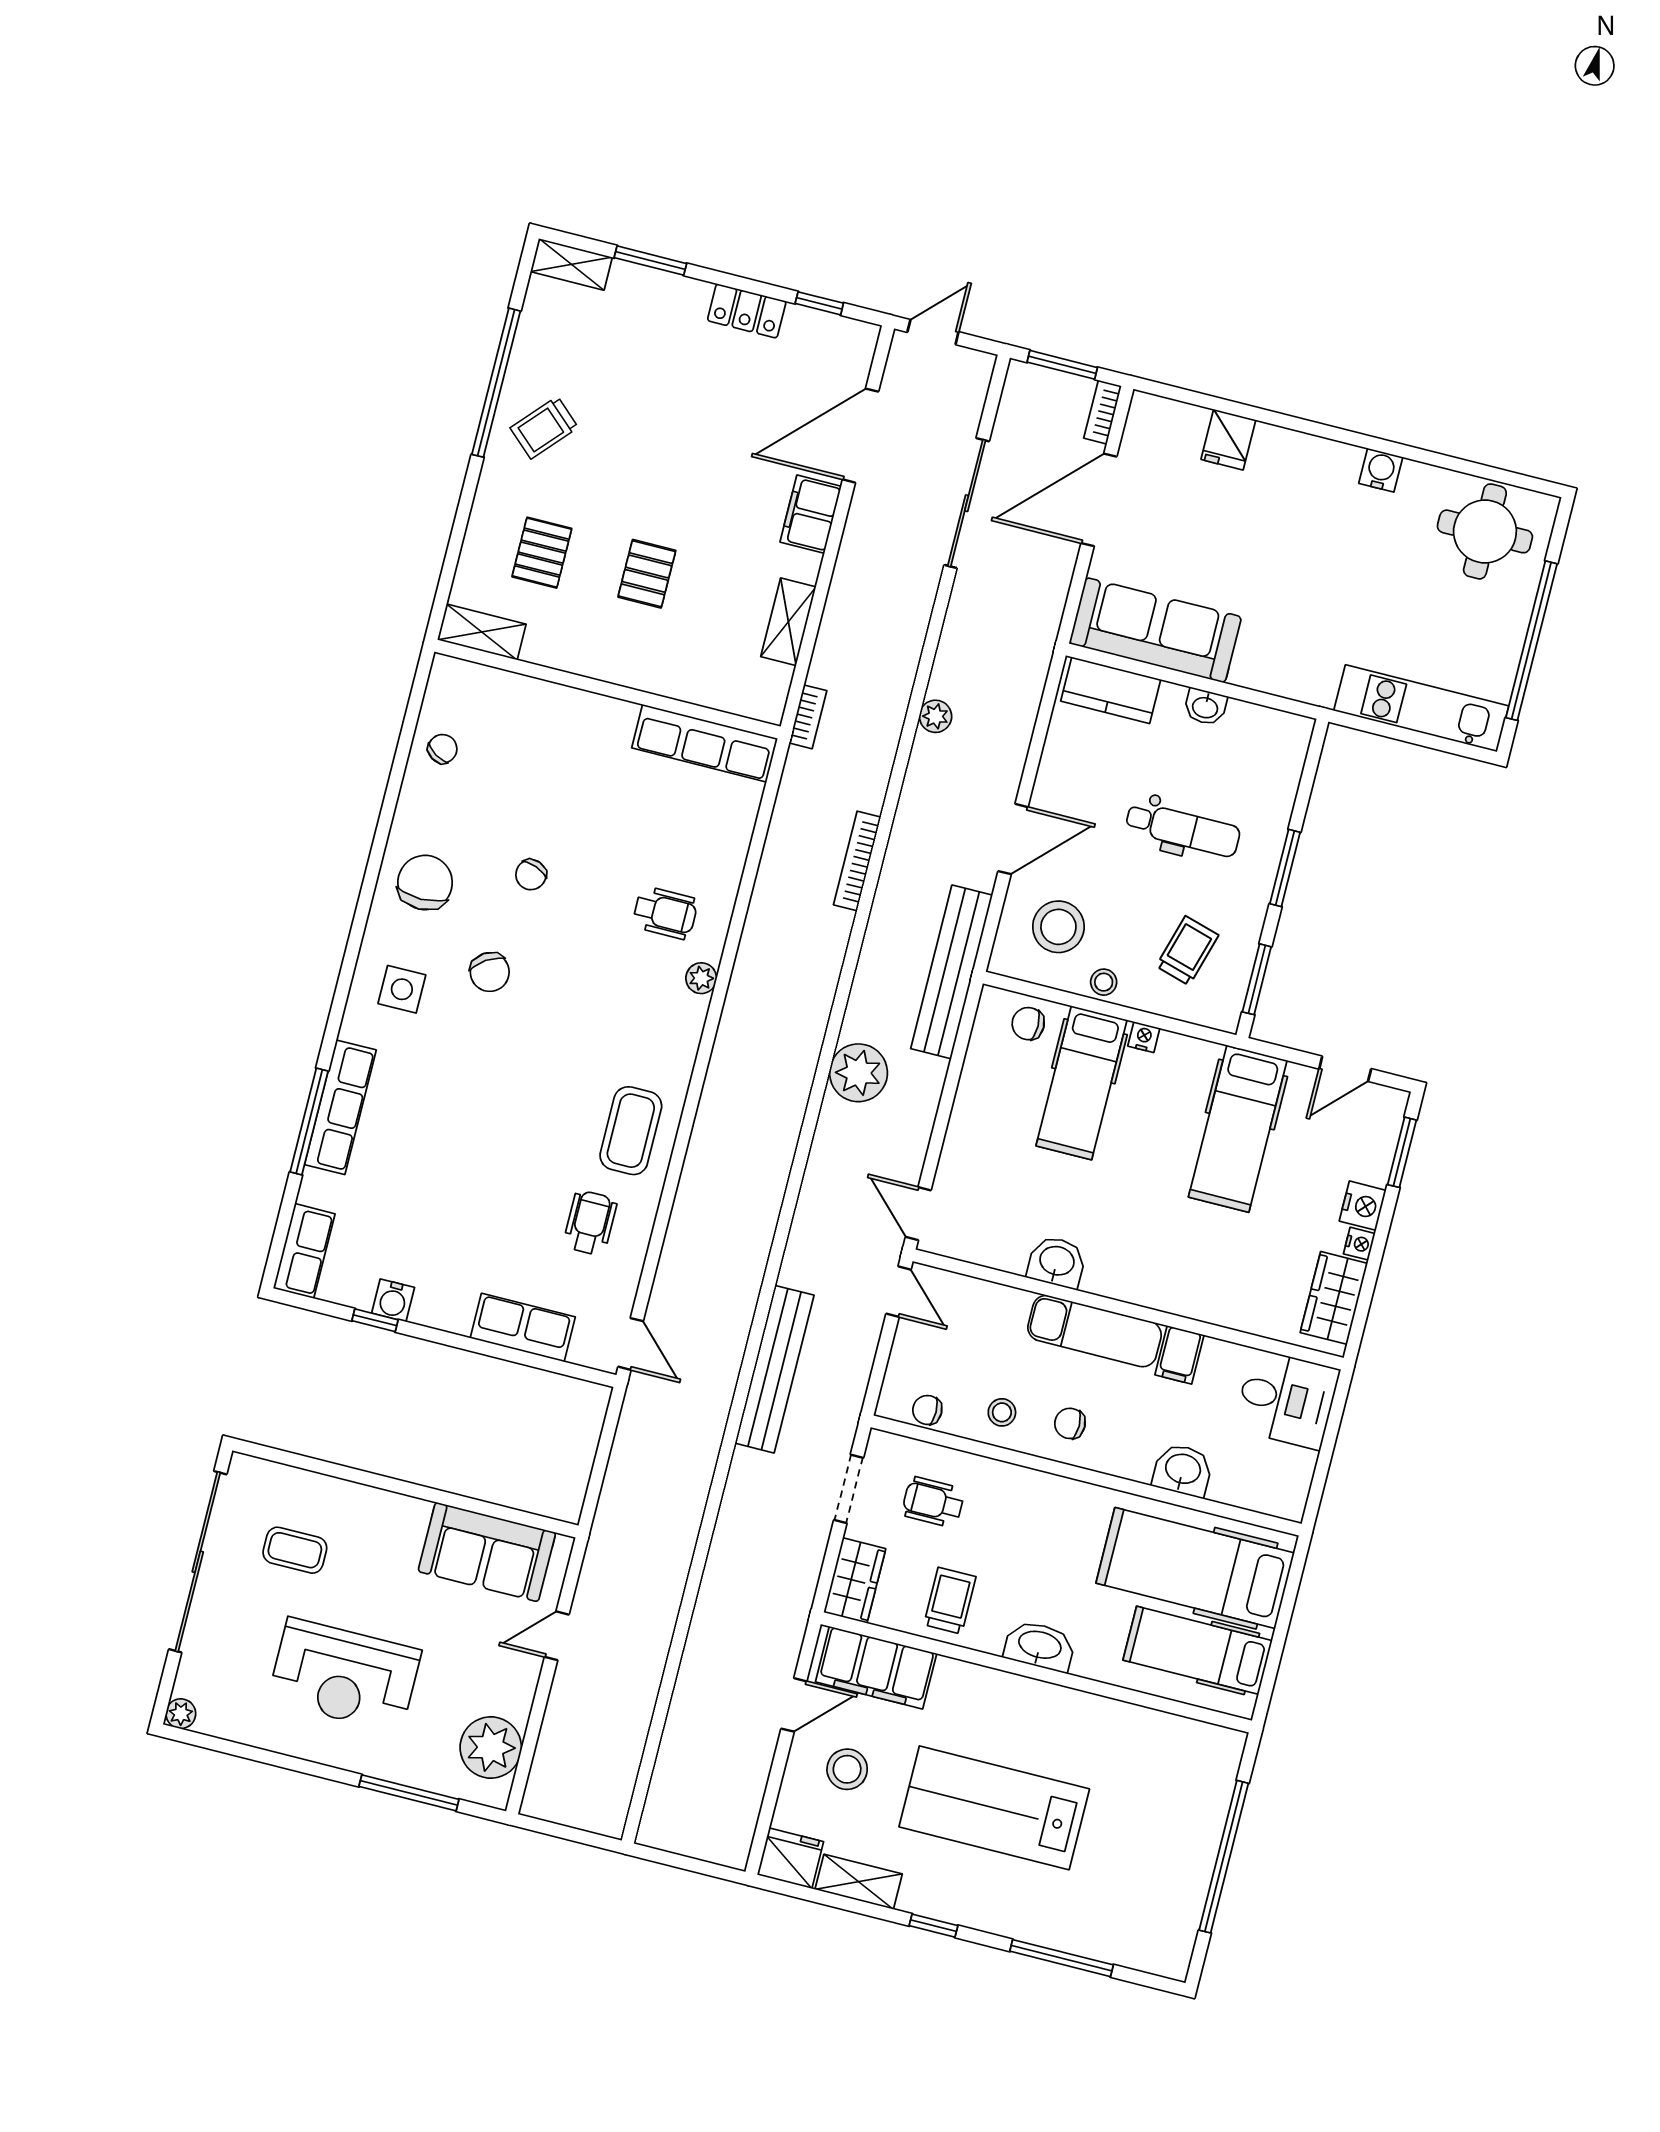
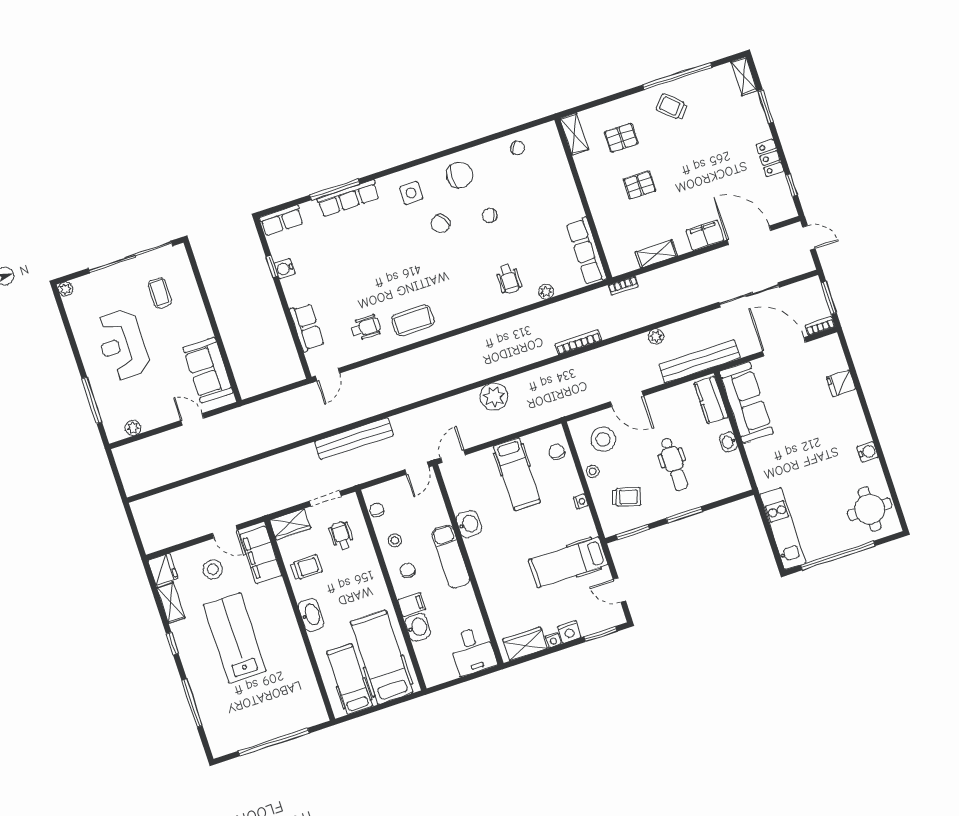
bench: (952, 972) -> (700, 361), moved
plant: (701, 978) -> (546, 292), moved
hospital bed: (1082, 1083) -> (517, 474), moved, turned -90
filing cabinet: (1179, 1355) -> (411, 605), moved, turned 180
plant: (491, 1747) -> (133, 428), width x0.53, depth x0.53

